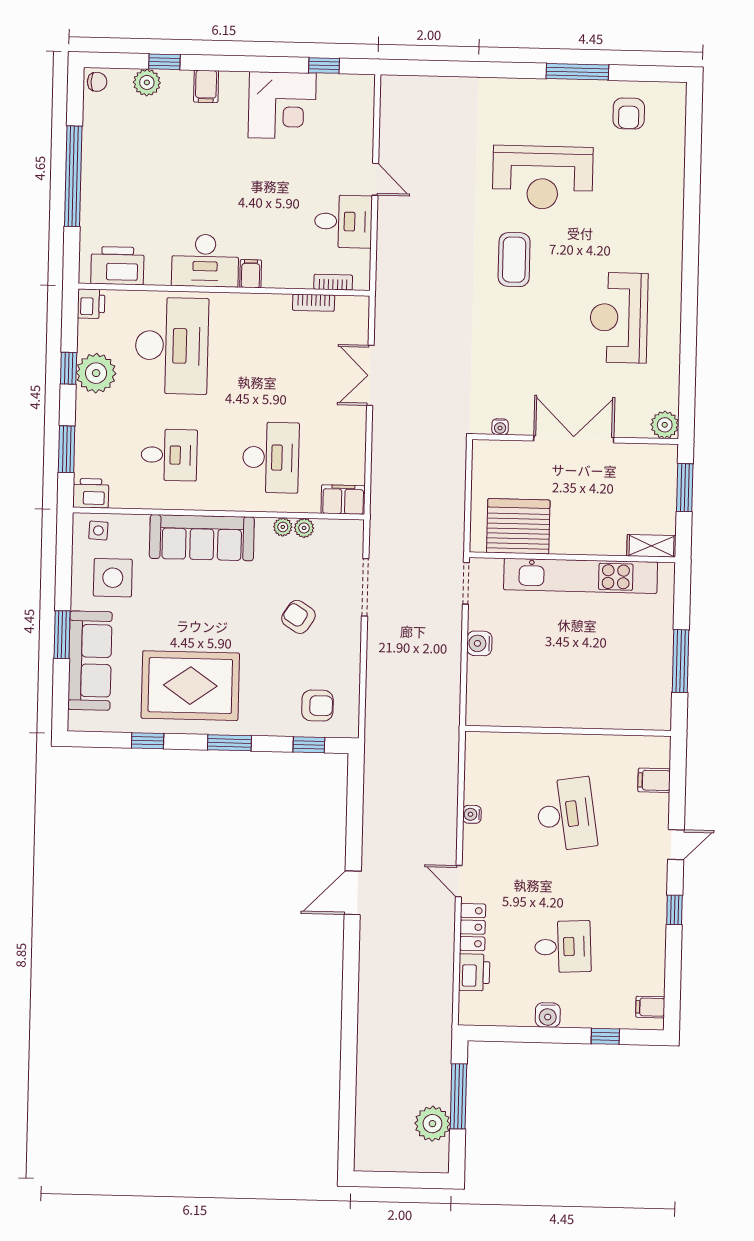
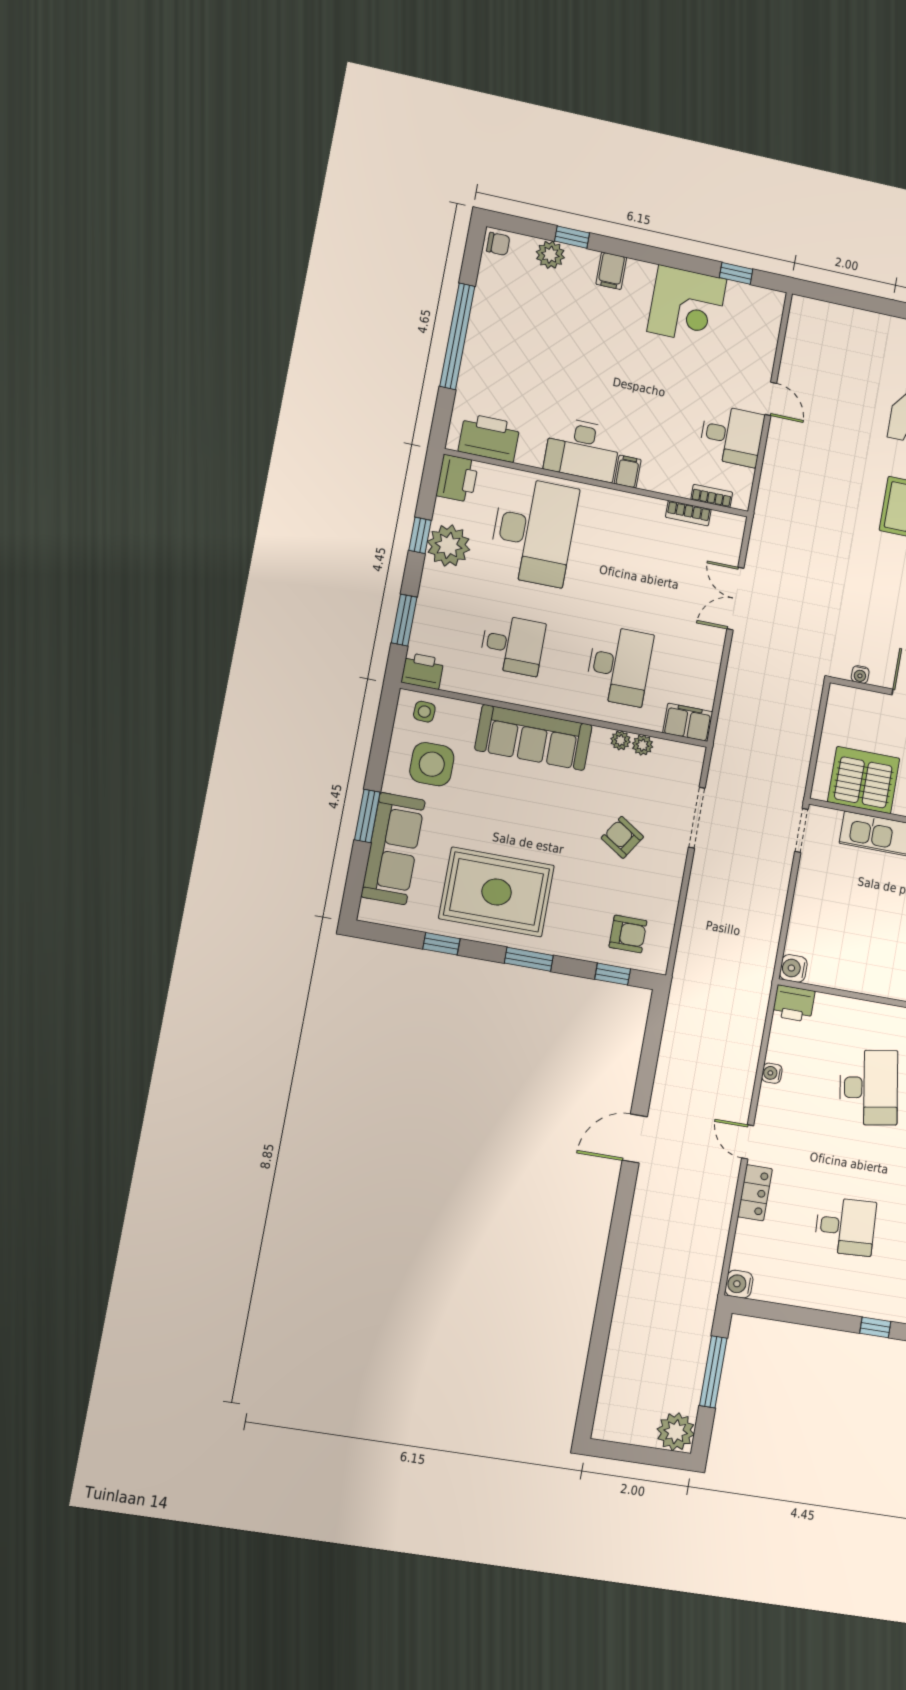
printer: (91, 304) -> (457, 478), width x1.36, depth x1.24
water cooler: (479, 643) -> (793, 968), moved
printer: (474, 972) -> (794, 1004), moved, turned 90
water cooler: (548, 1015) -> (739, 1284), moved, turned 90
plant: (432, 1124) -> (676, 1432), moved

